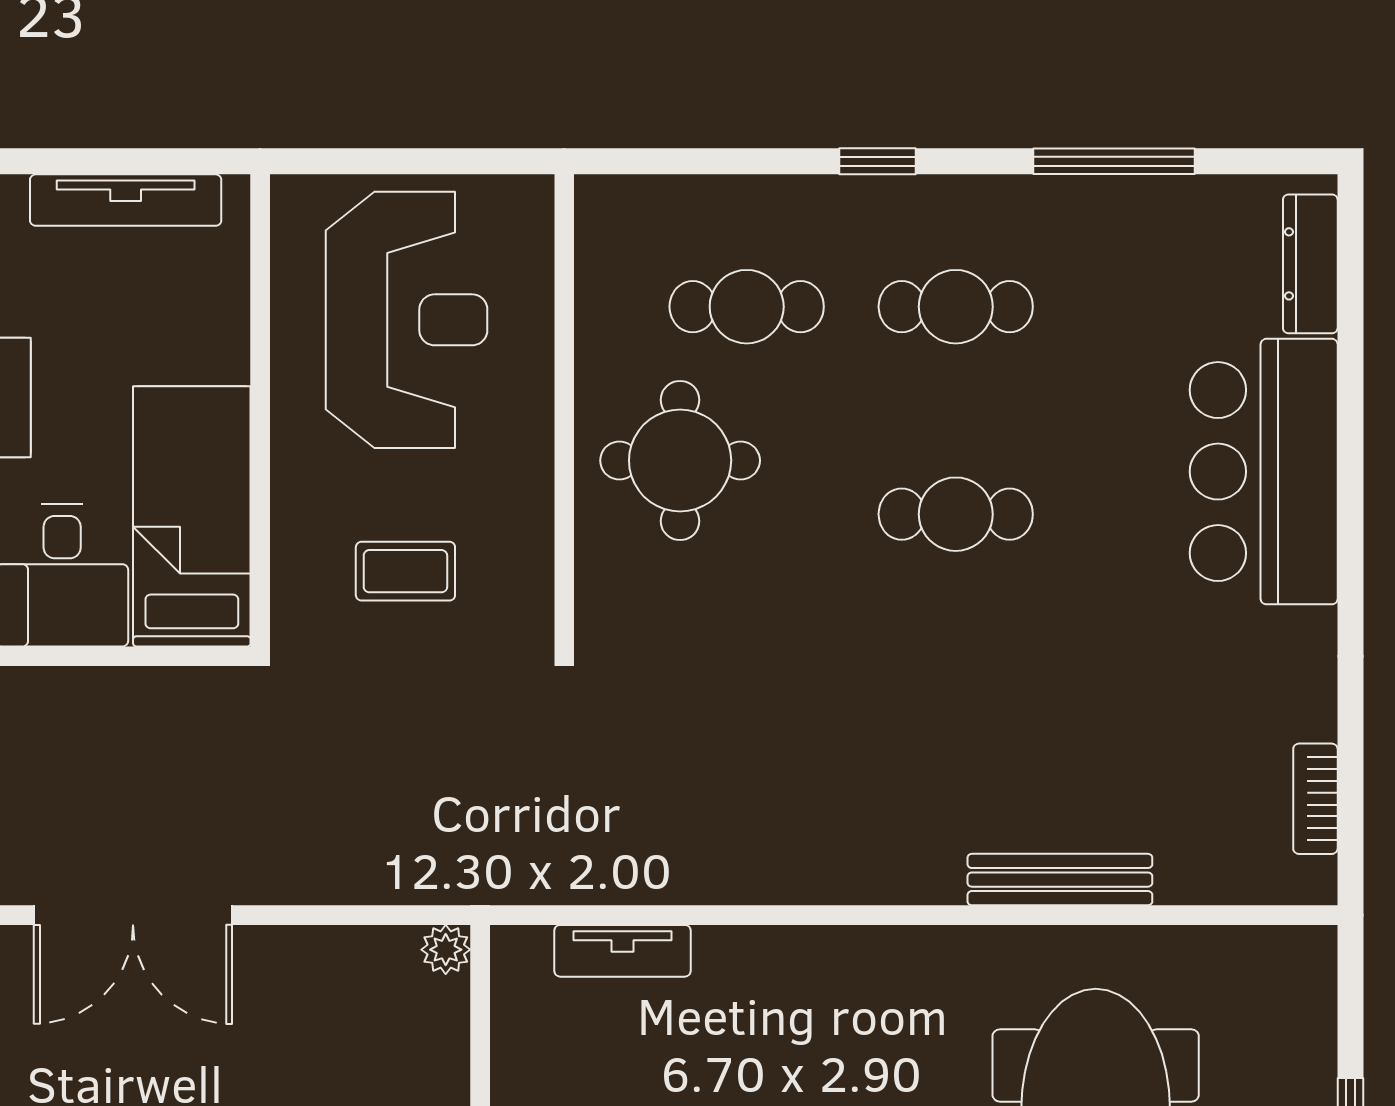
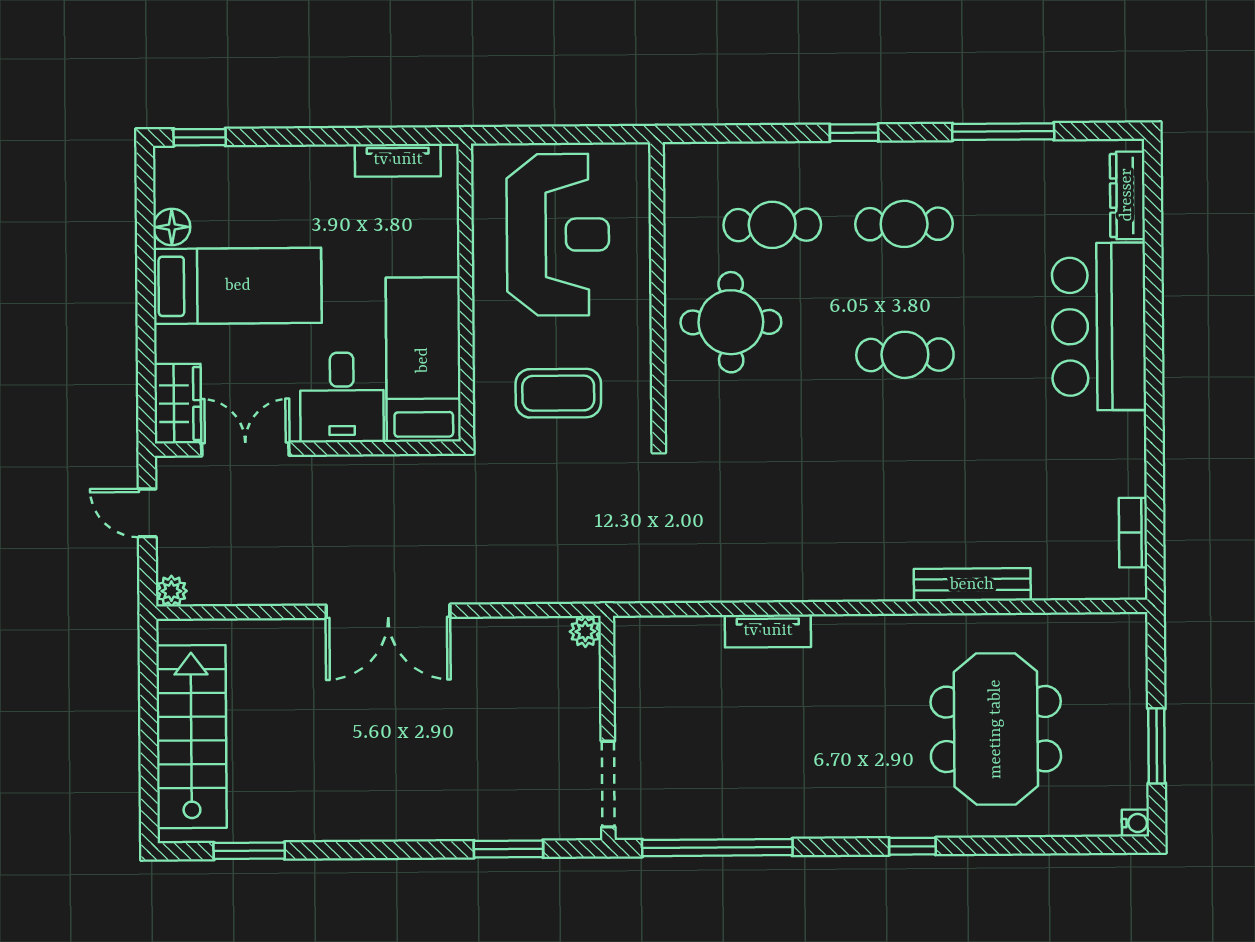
tv unit: (126, 200) -> (398, 160), width x0.71
coffee table: (405, 571) -> (558, 393), width x1.36, depth x1.30
tv unit: (623, 951) -> (768, 631), moved

